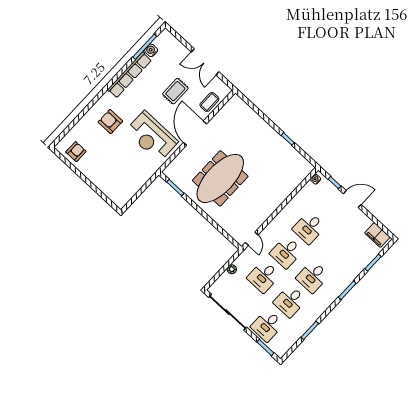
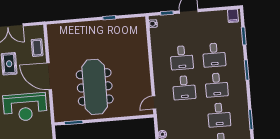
filing cabinet: (377, 235) -> (233, 16), width x0.50
door: (252, 239) -> (154, 103), swing flipped
desk: (264, 277) -> (214, 55), moved

